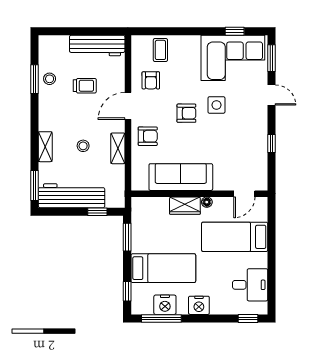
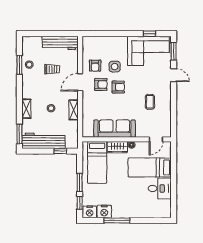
coffee table: (160, 50) -> (150, 102), moved
side table: (216, 105) -> (115, 67), moved
armchair: (148, 136) -> (101, 84), moved
window: (272, 143) -> (174, 107), removed
window: (127, 237) -> (80, 182), moved
bed: (163, 268) -> (97, 162), moved, turned 90
desk: (250, 285) -> (160, 188), moved
nightstand: (199, 305) -> (90, 212), moved
window: (161, 318) -> (117, 221), moved
window: (248, 318) -> (158, 221), removed

